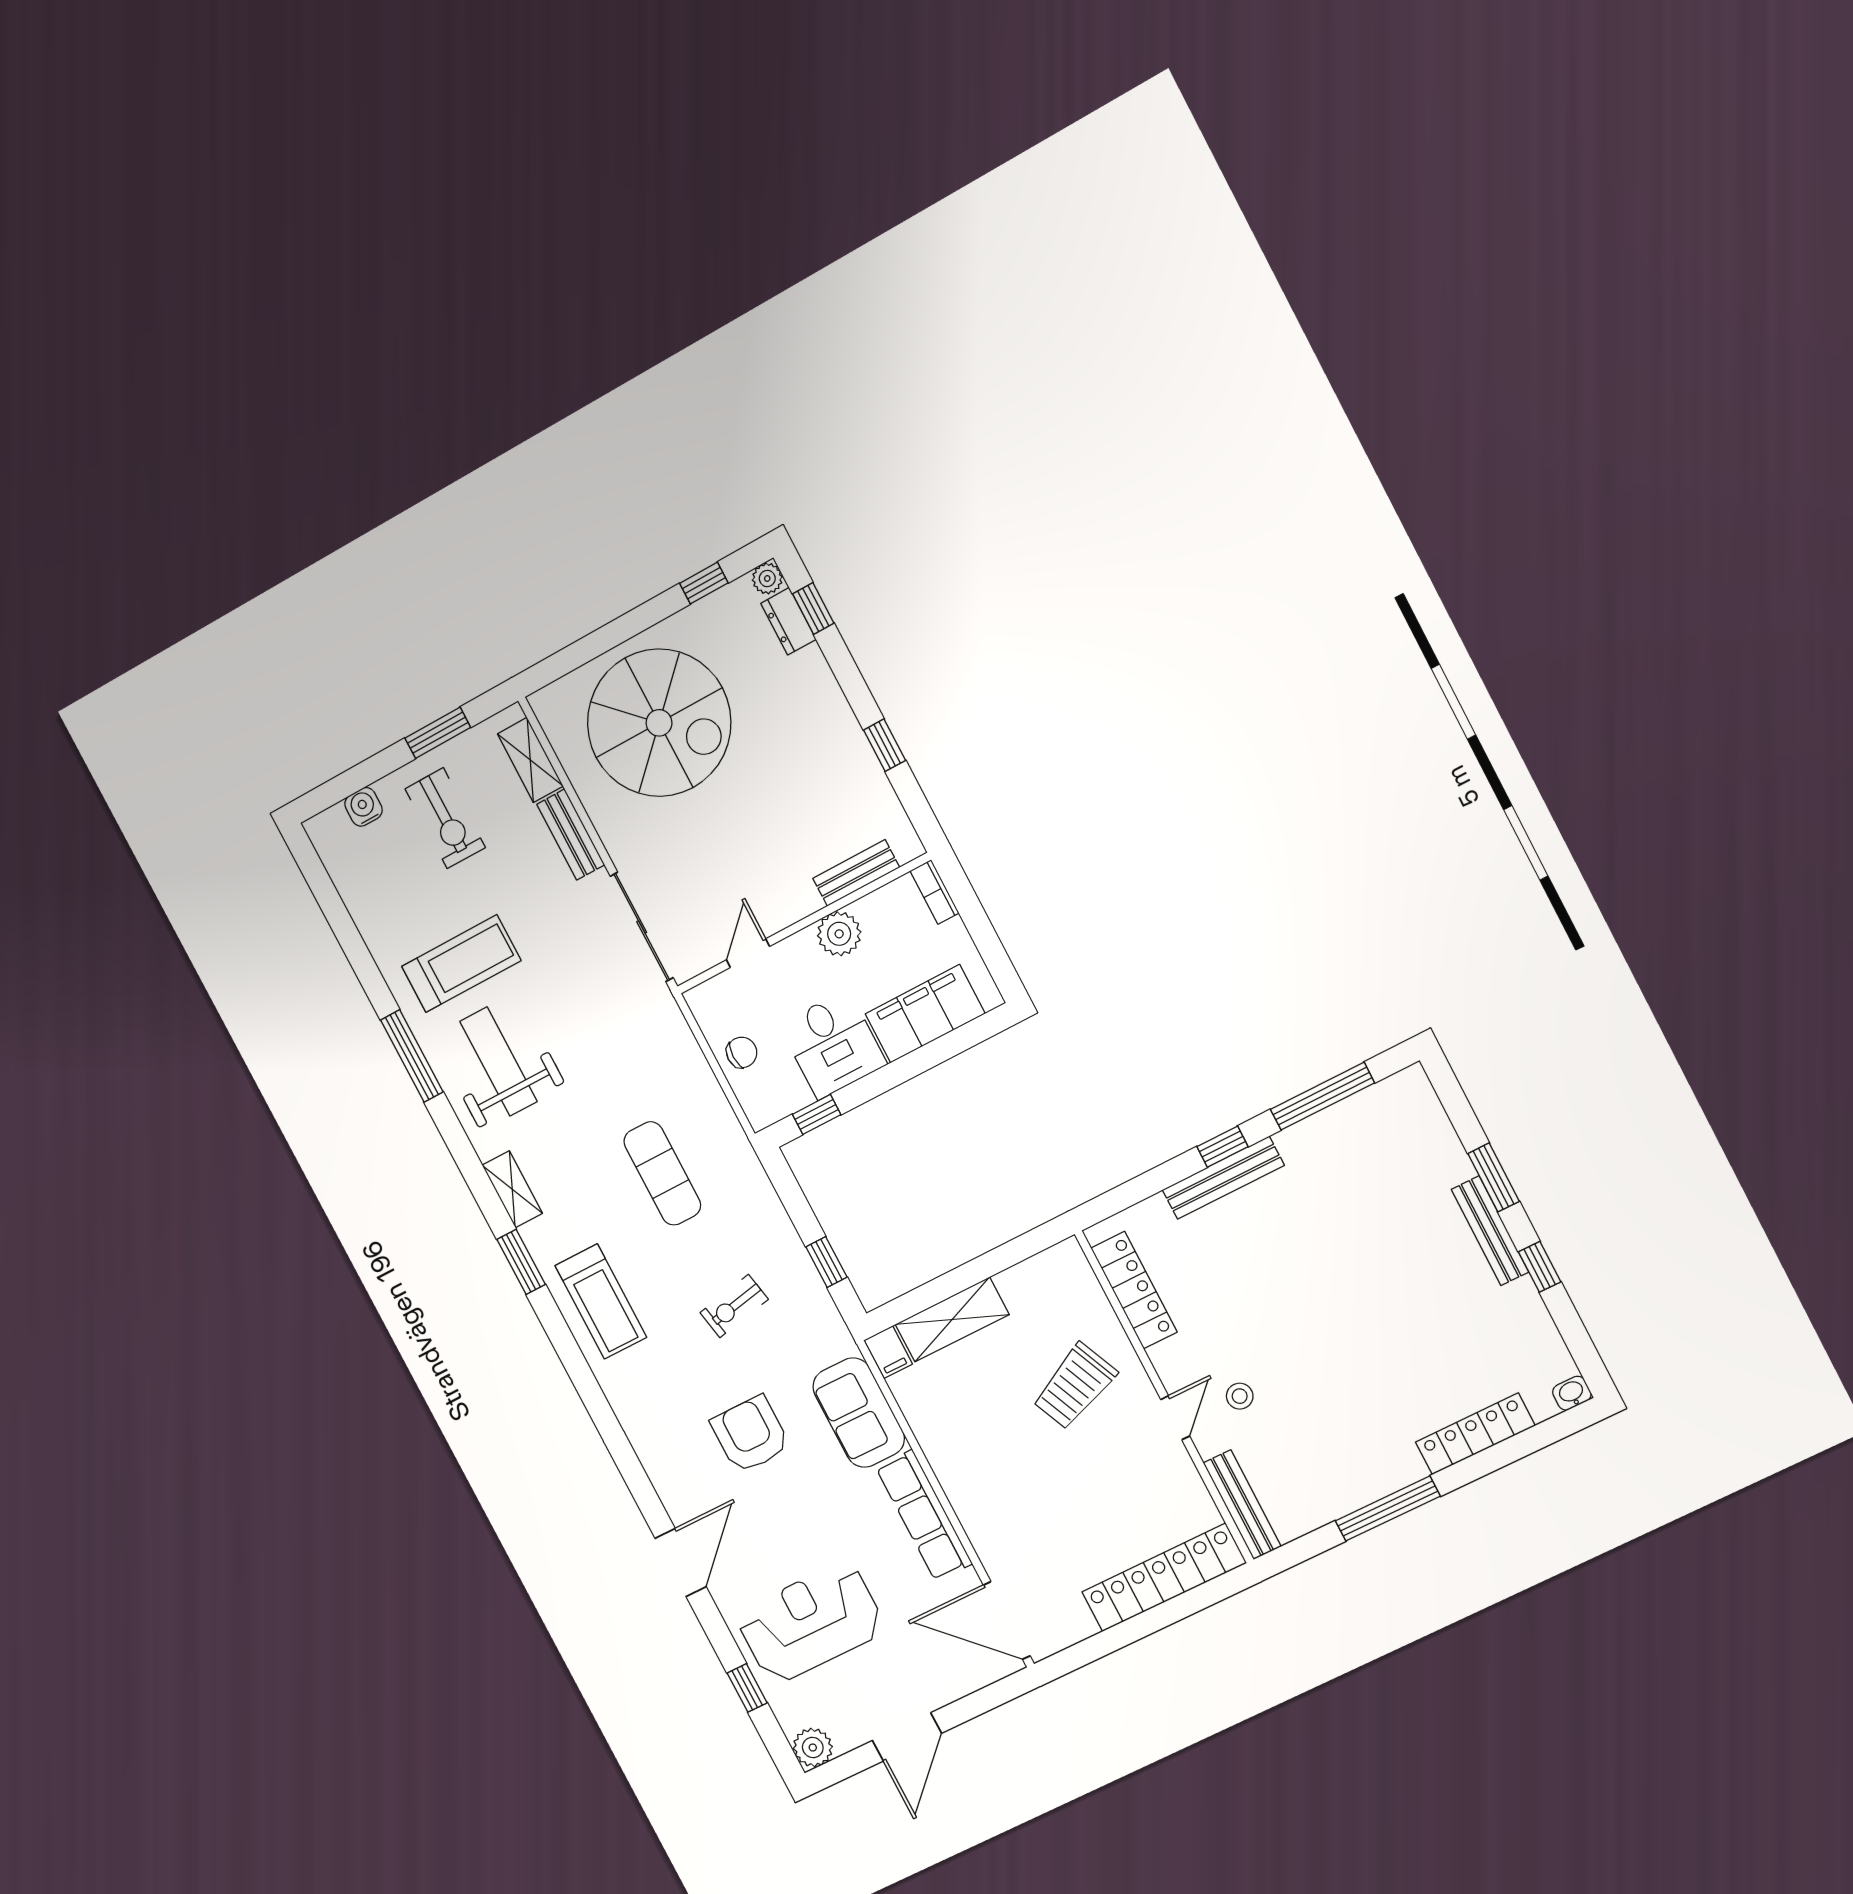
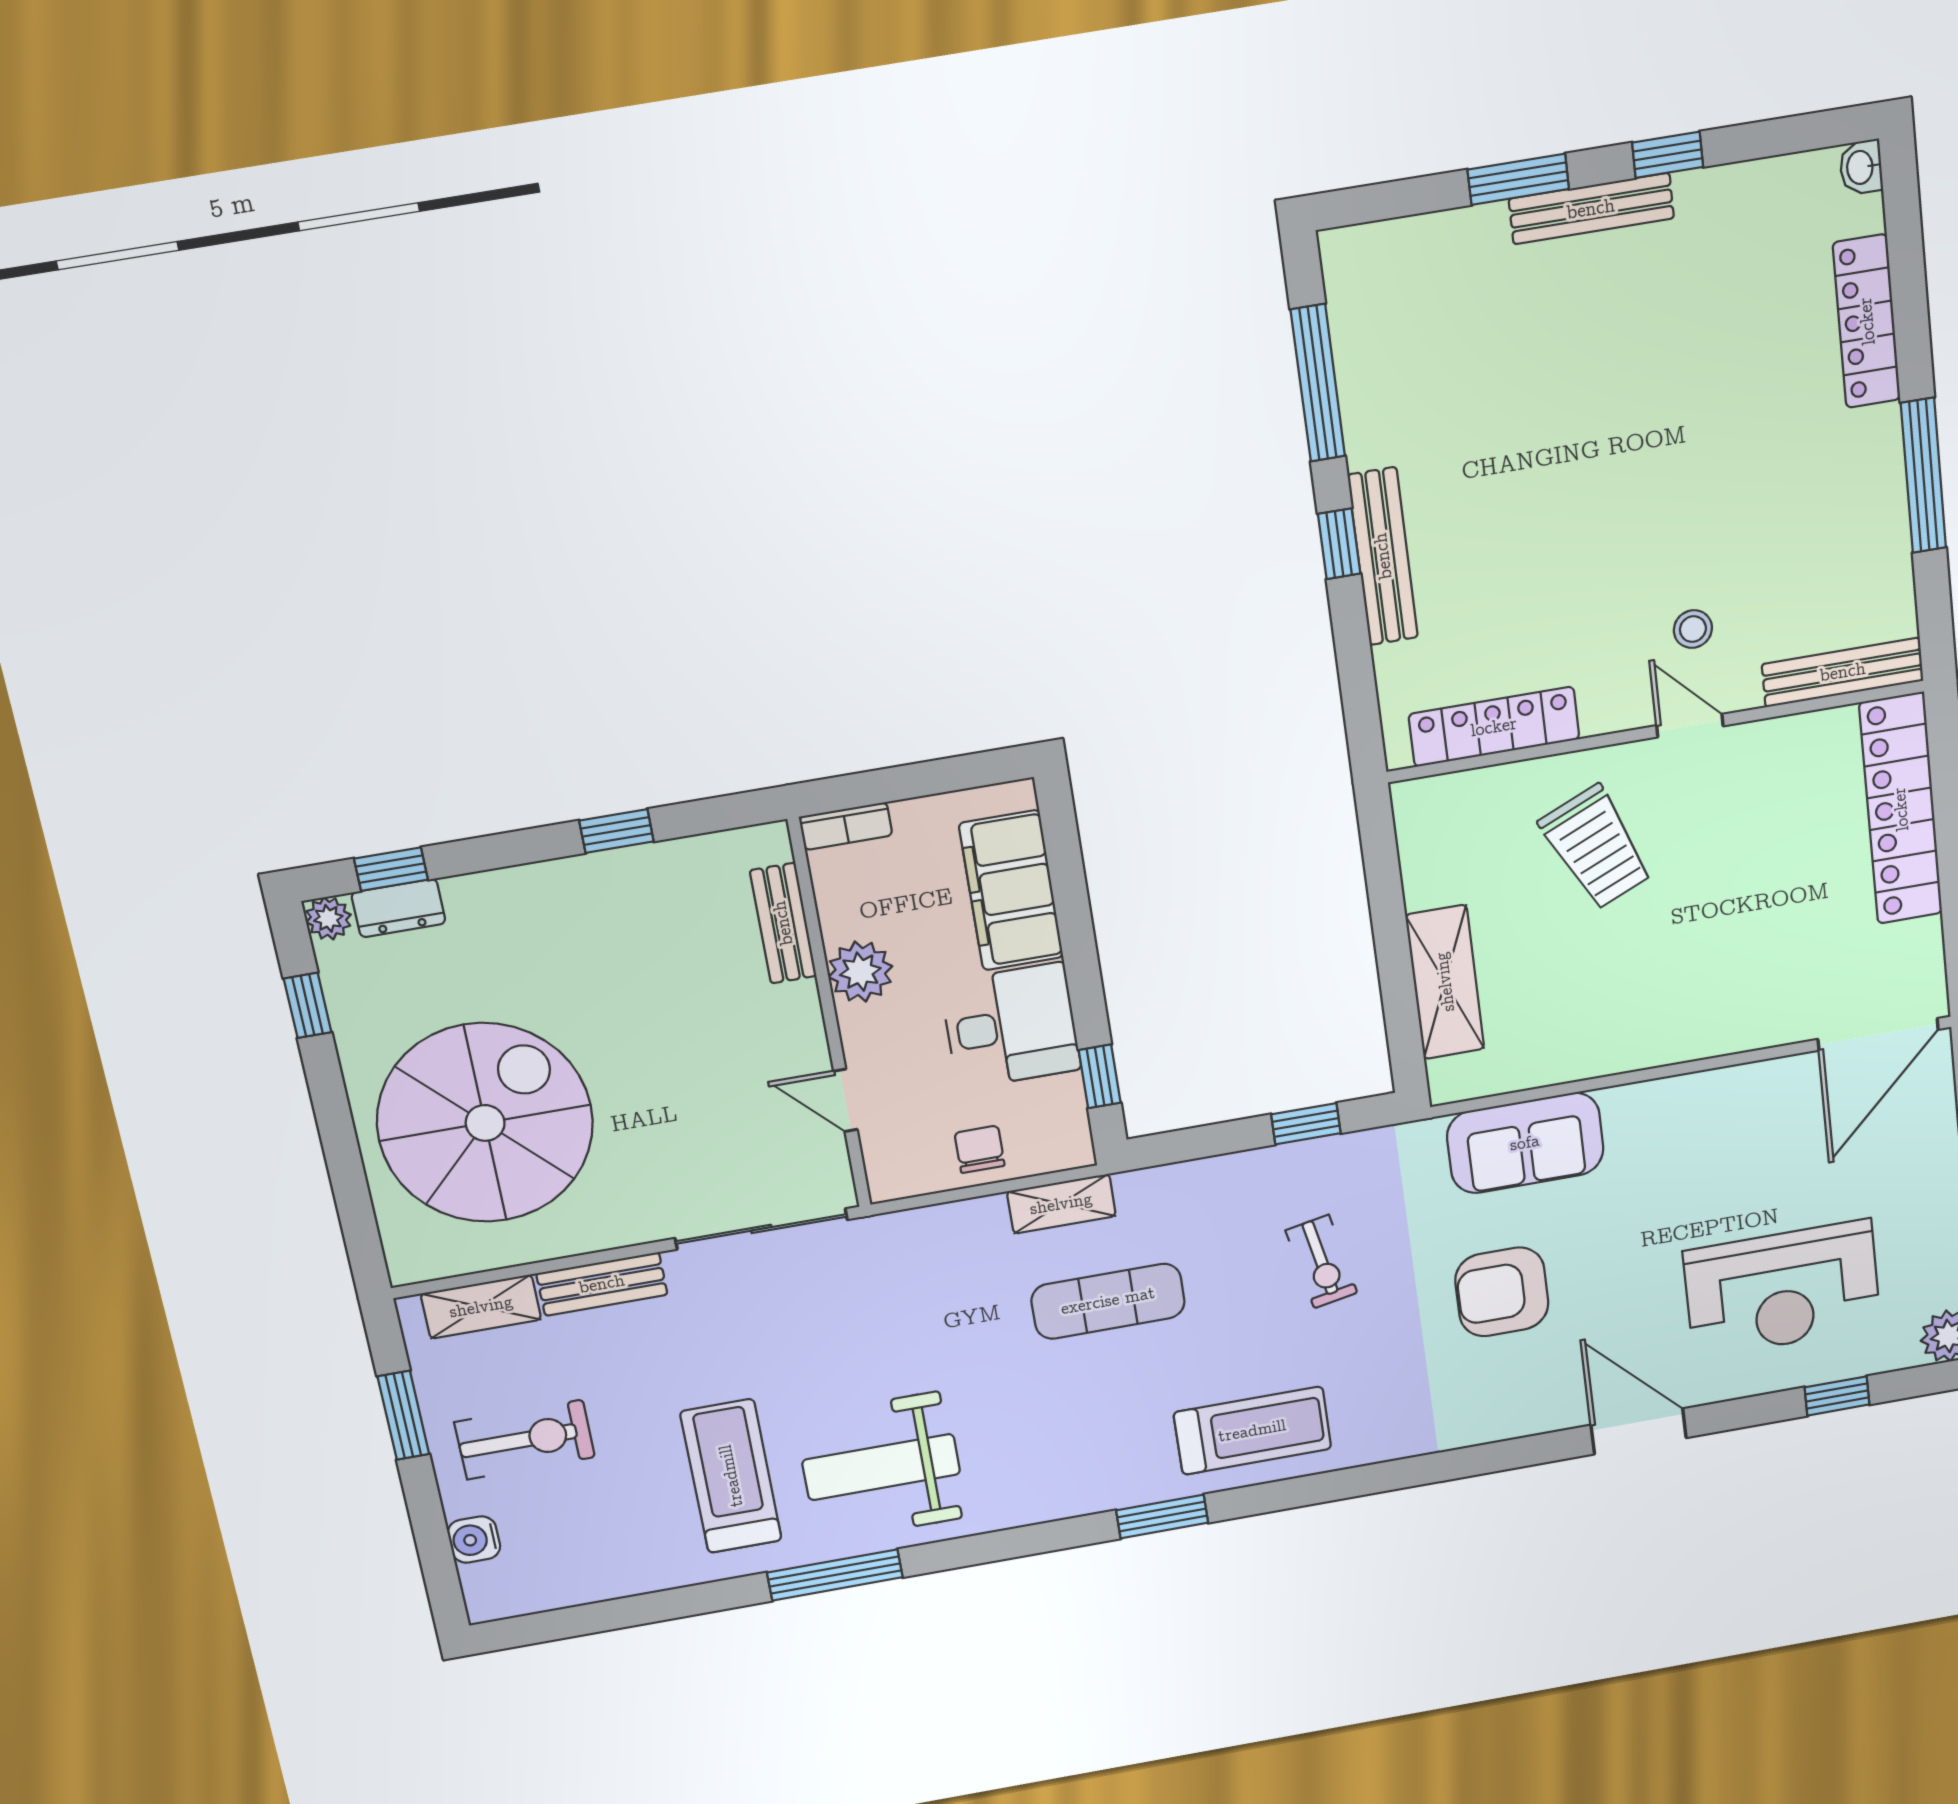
shelving: (512, 1189) -> (1061, 1204), moved
filing cabinet: (888, 1352) -> (1458, 1080), removed
row of seats: (924, 1516) -> (1696, 1100), removed
reception desk: (811, 1623) -> (1782, 1289), turned -90

